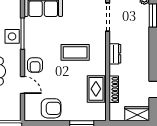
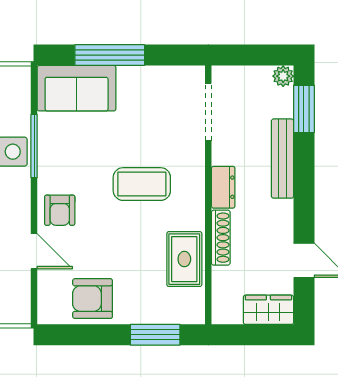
bench: (144, 40) -> (282, 159), added
shoe rack: (114, 89) -> (221, 238), moved
armchair: (51, 108) -> (93, 299), turned 180

